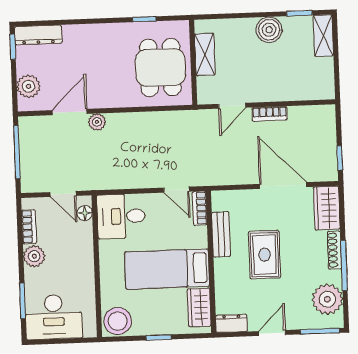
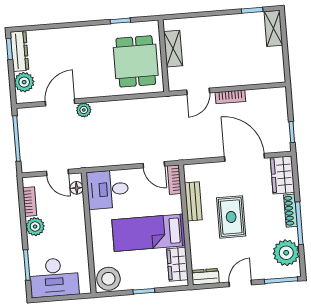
boiler: (269, 30) -> (227, 25), removed
dresser: (38, 35) -> (19, 51), moved, turned -90

